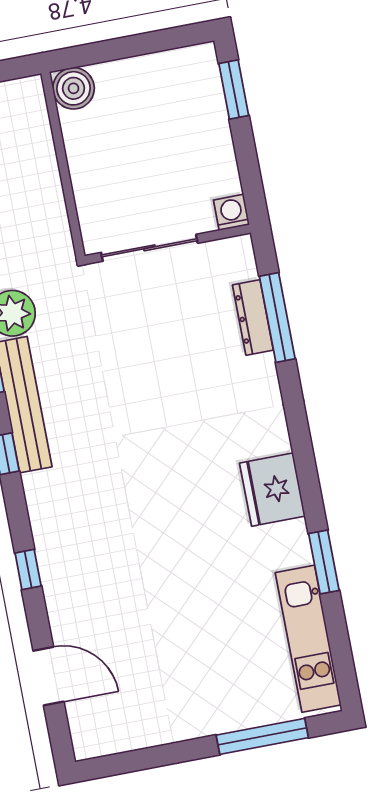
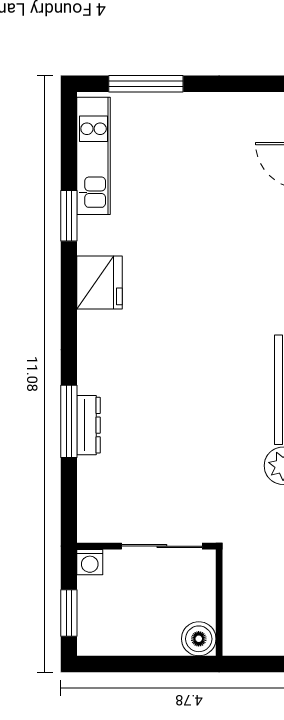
washing machine: (231, 212) -> (90, 562), moved
wall: (168, 244) -> (146, 546), moved
sliding door: (149, 248) -> (162, 546), moved

